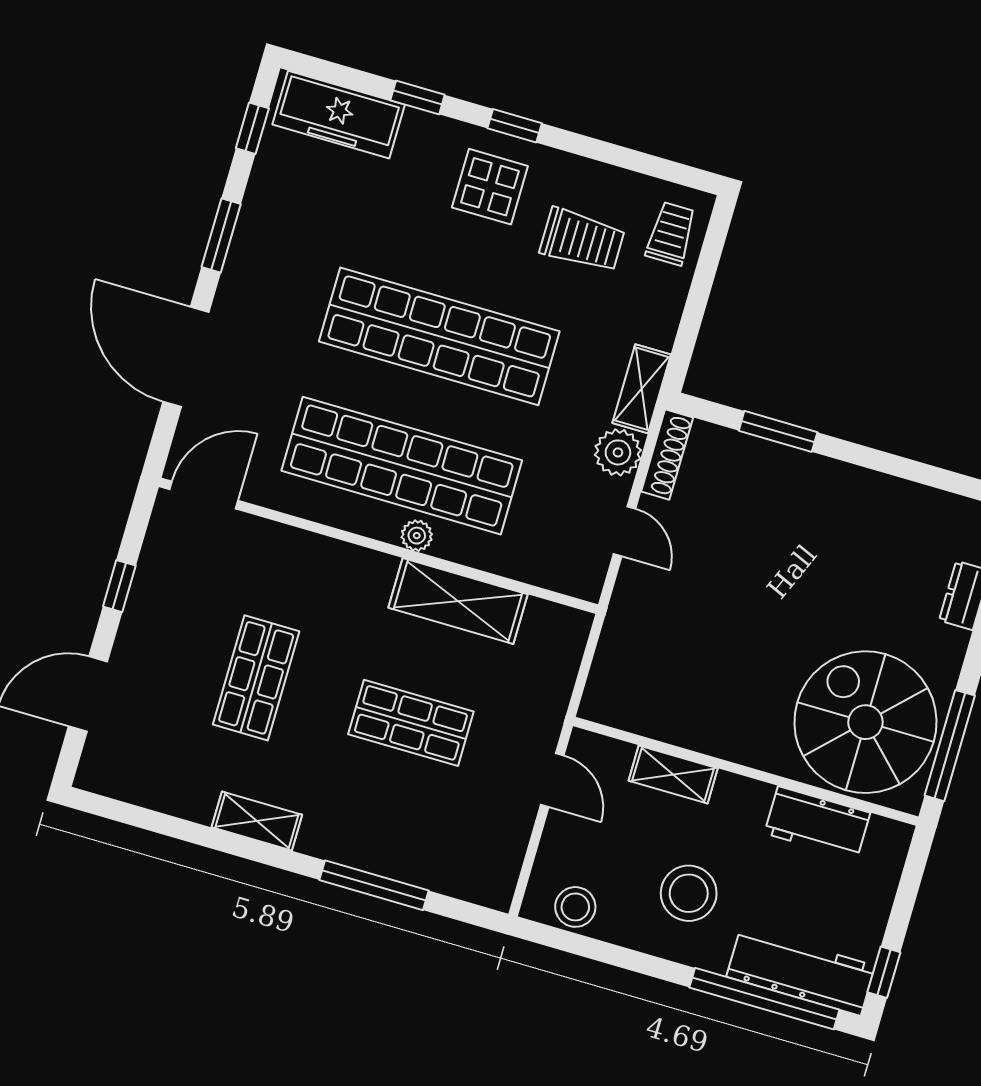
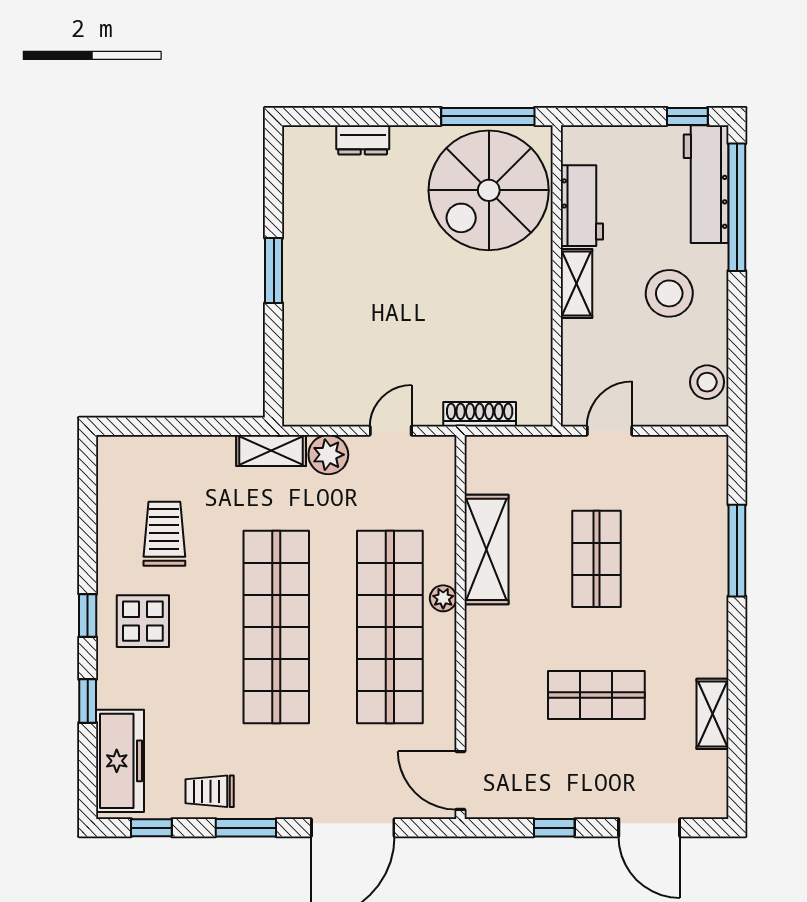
trolley: (671, 234) -> (210, 791), moved
window: (778, 431) -> (274, 270), moved
shoe rack: (667, 454) -> (480, 414), moved
shelving: (673, 775) -> (577, 284), moved
shelving: (257, 821) -> (712, 714), moved

